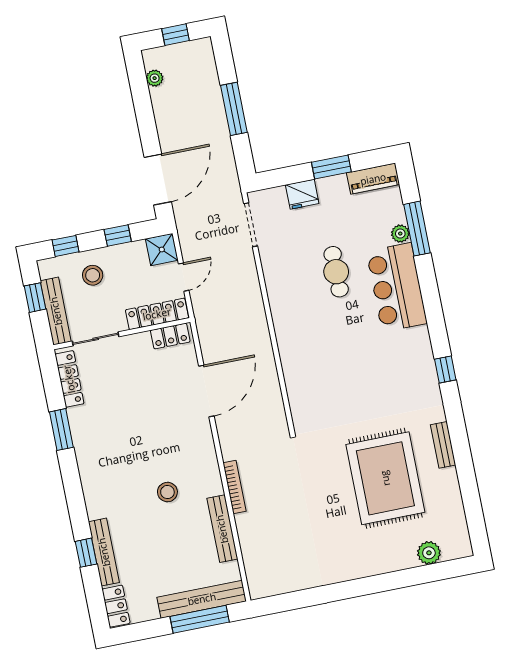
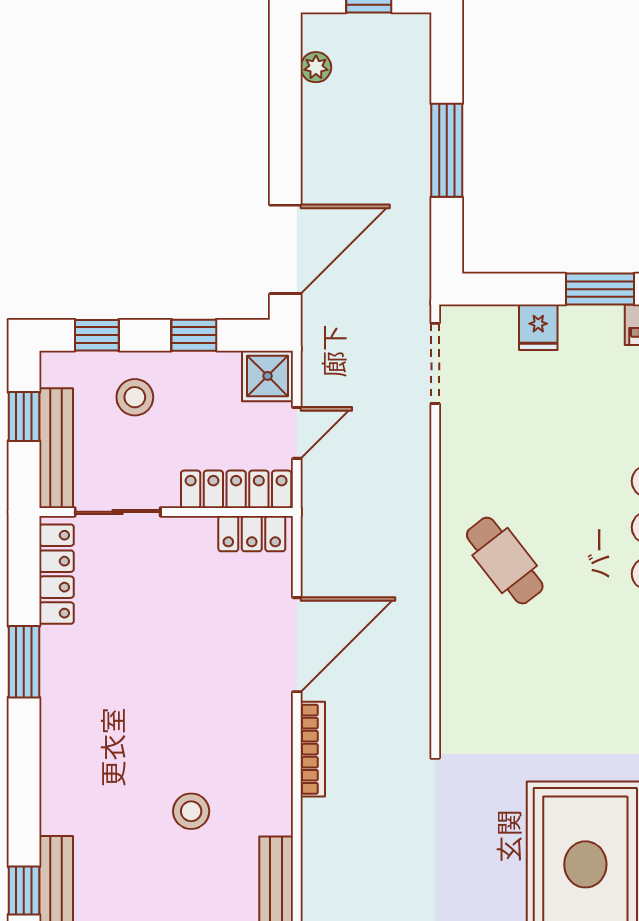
fridge: (302, 194) -> (538, 327), width x0.72
cafe table: (336, 272) -> (505, 561), moved, turned -38
bookcase: (235, 487) -> (313, 749), moved

